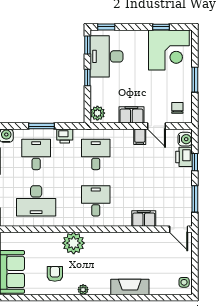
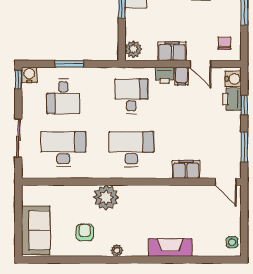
printer: (65, 136) -> (165, 75), moved
desk: (36, 154) -> (63, 96), turned 180
desk: (36, 201) -> (63, 149), turned 180
desk: (96, 201) -> (131, 149), width x1.37

